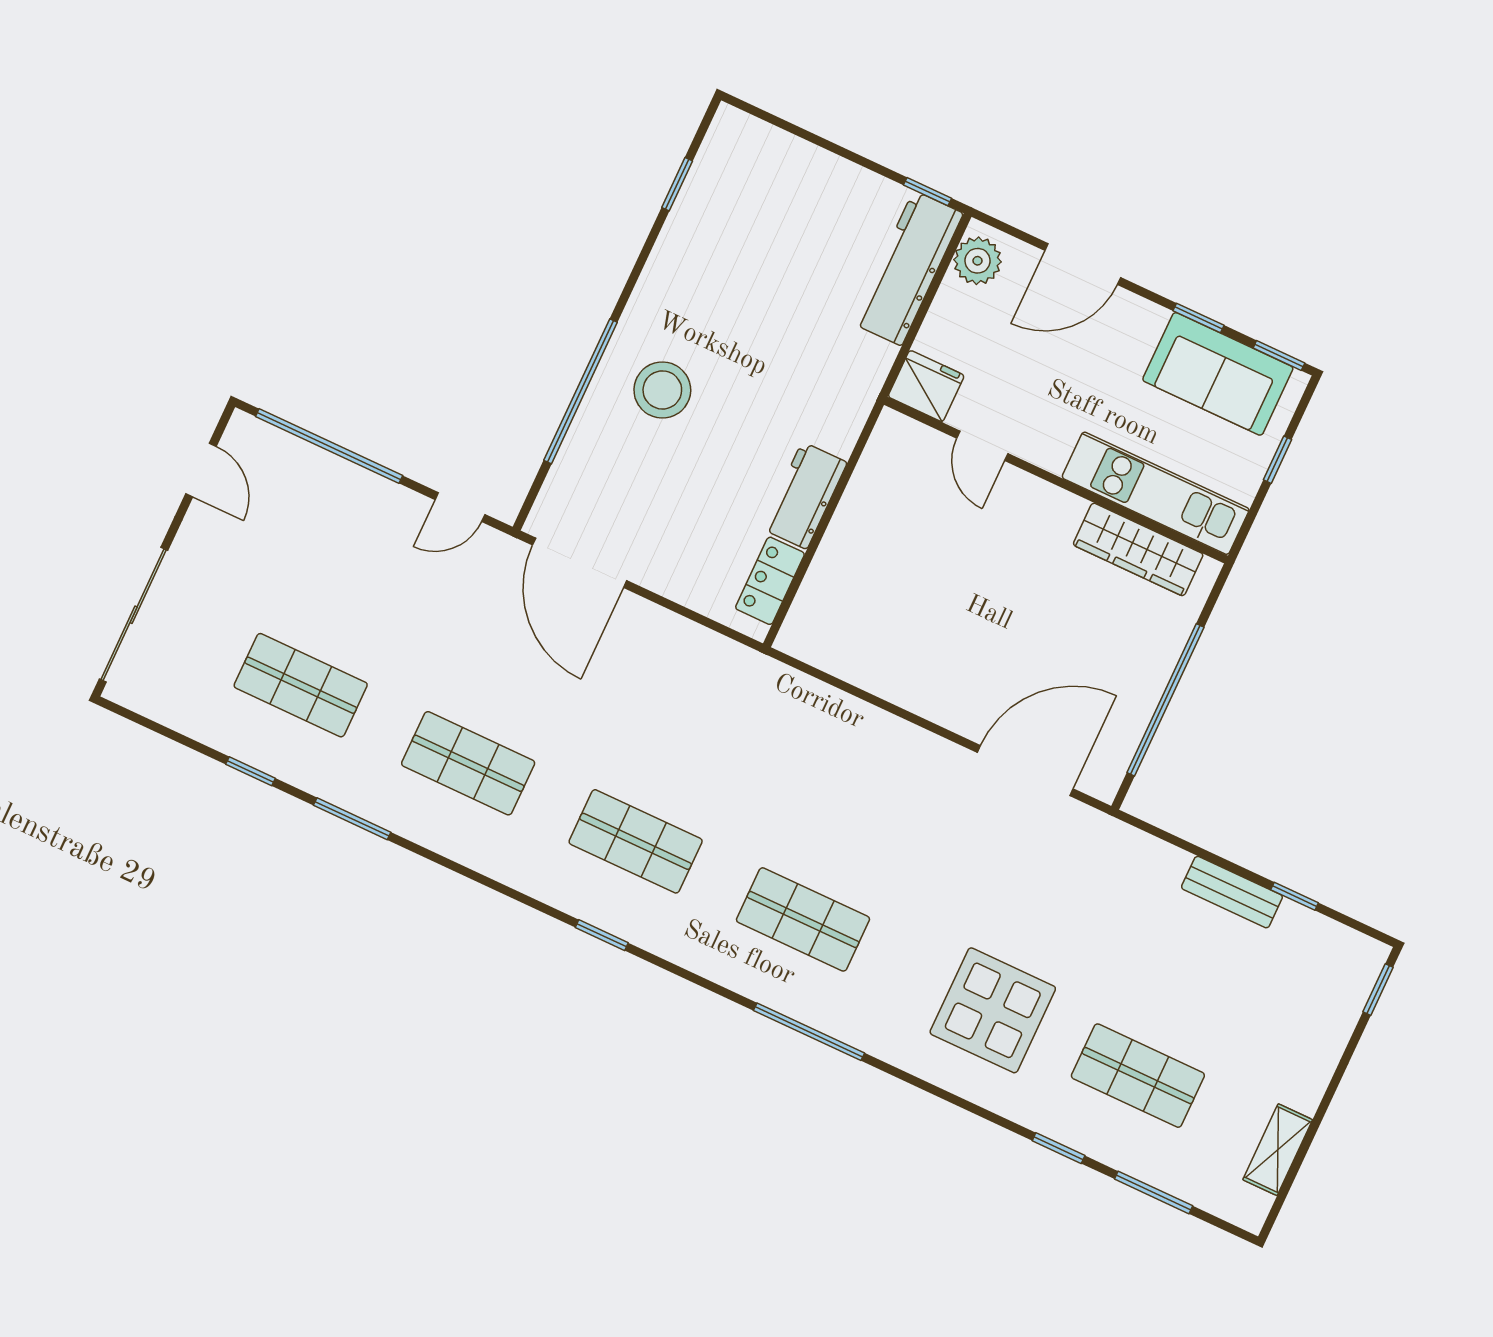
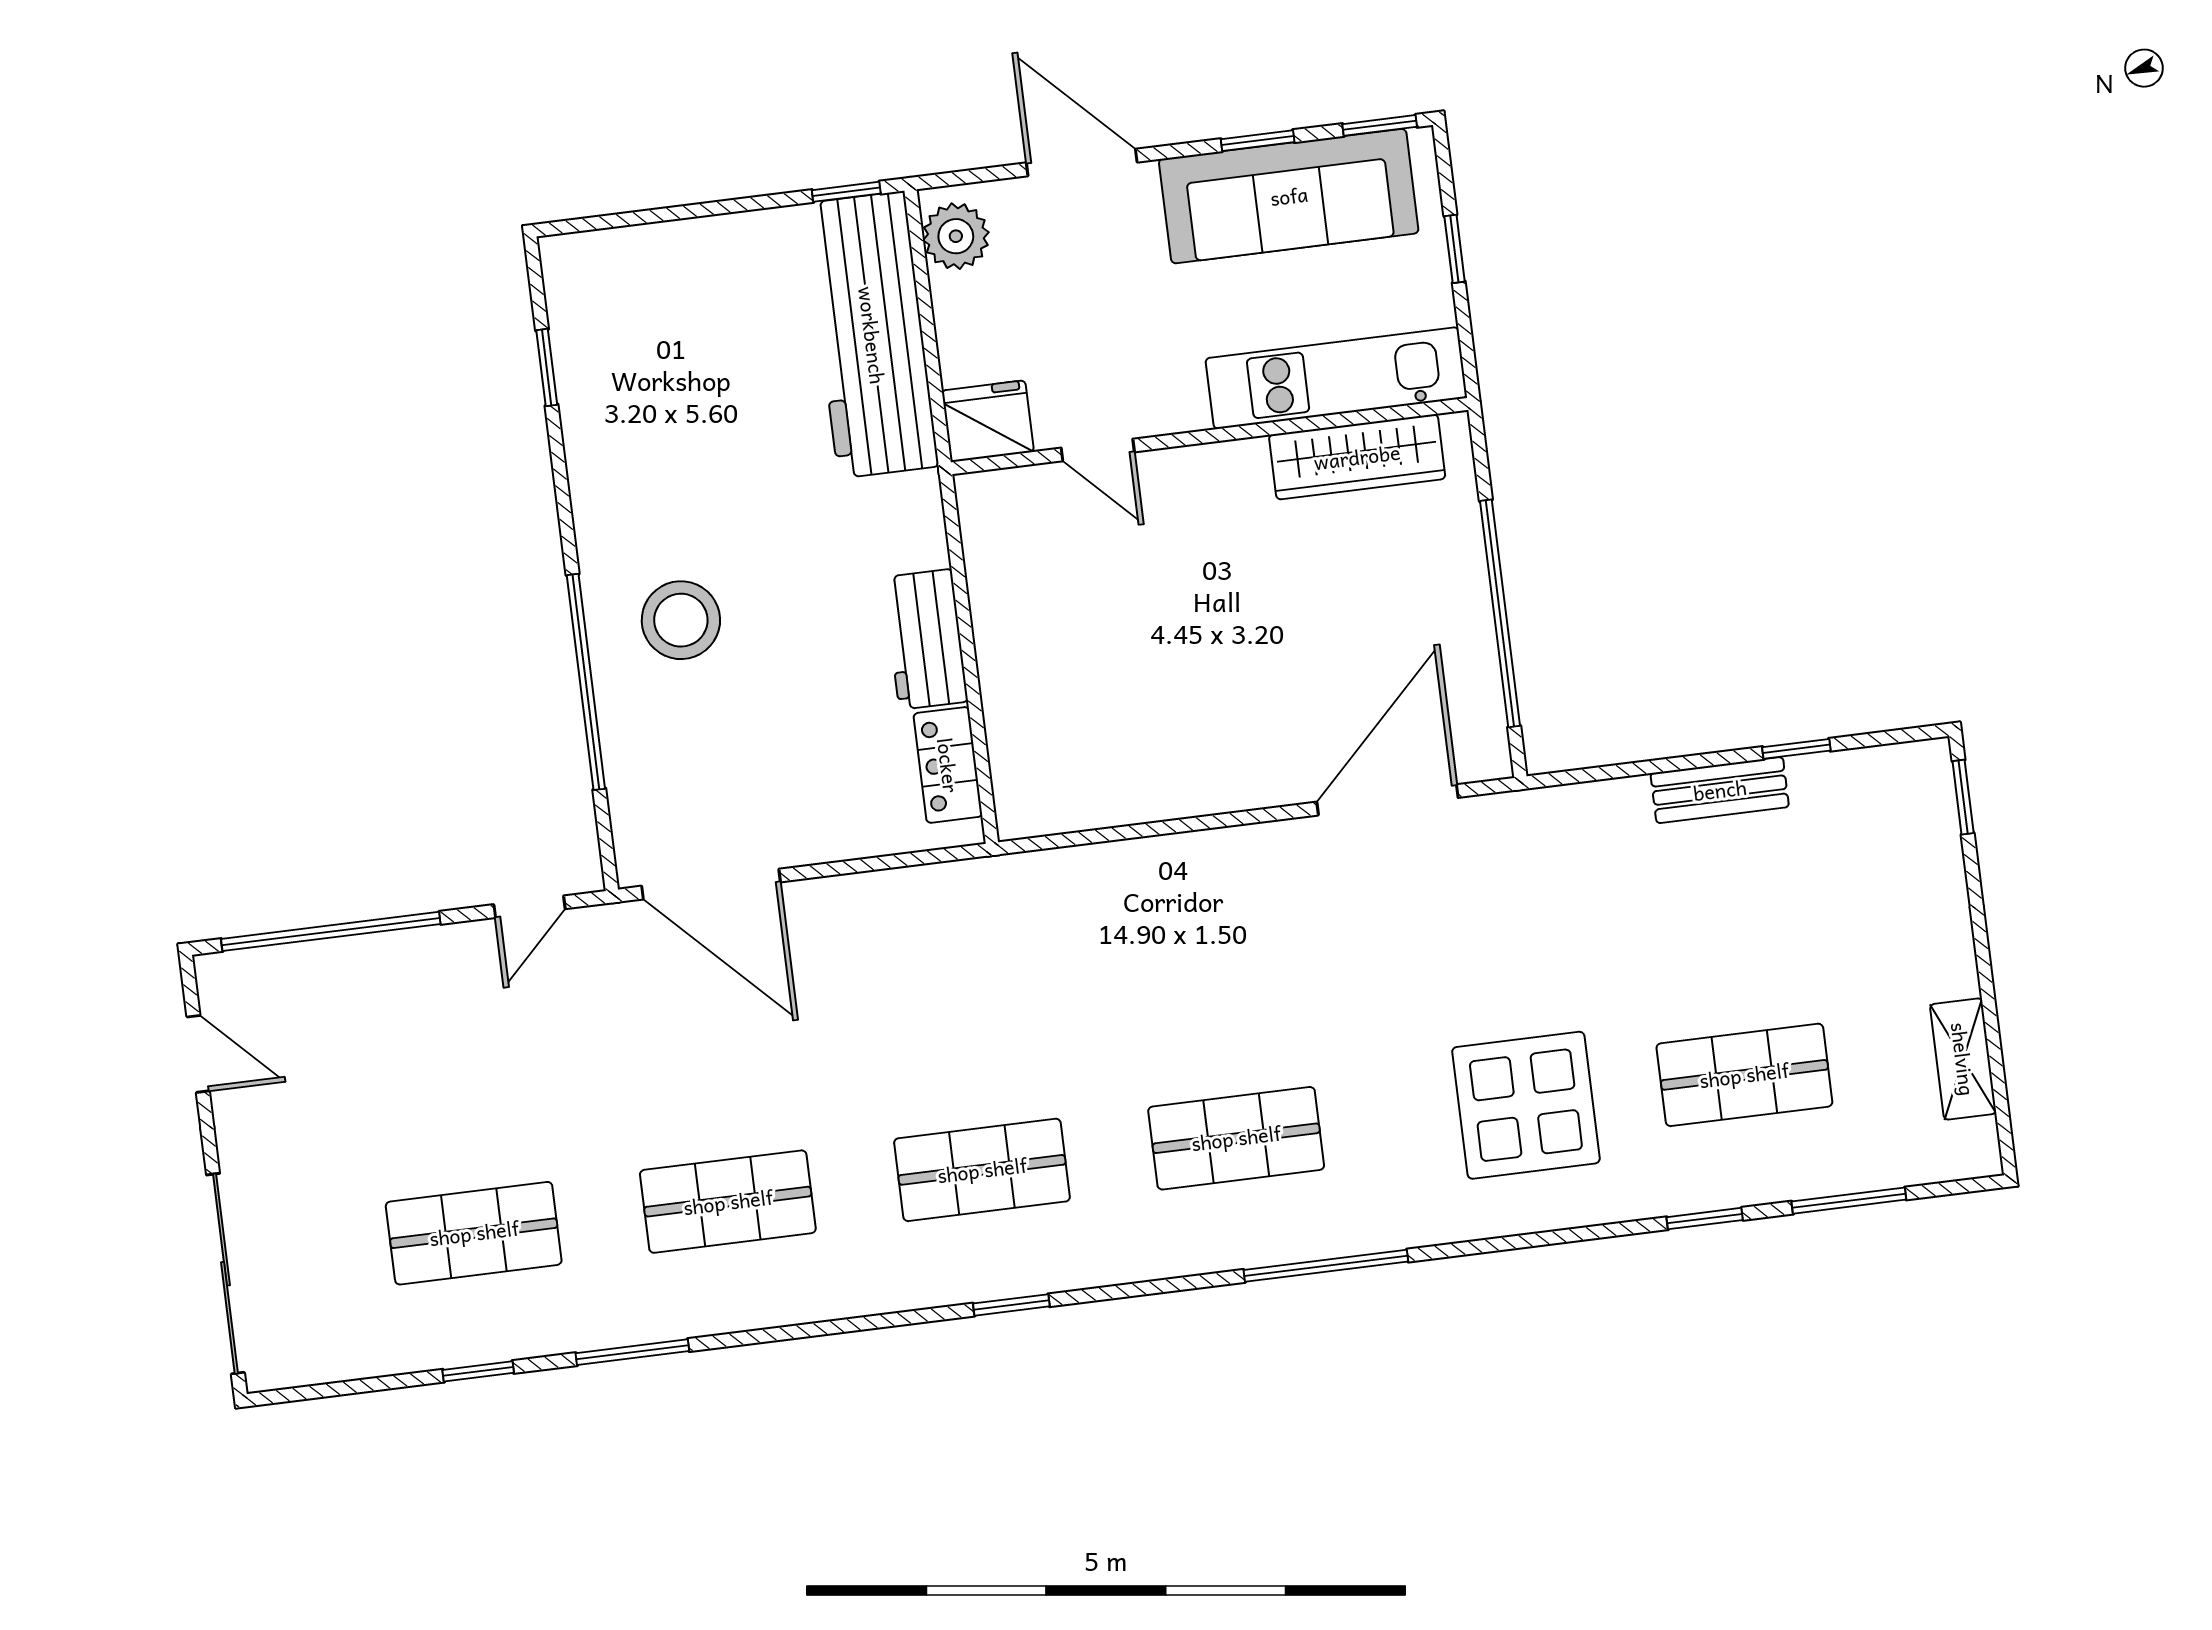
door: (1083, 264) -> (1082, 163), swing flipped
workbench: (908, 268) -> (872, 335), width x1.36, depth x1.32
sofa: (1218, 374) -> (1289, 196), width x1.36

